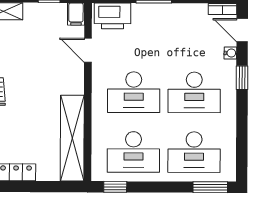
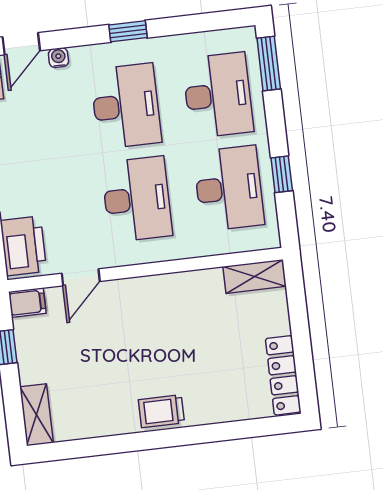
window: (242, 78) -> (128, 31), moved
shelving: (72, 138) -> (255, 276), width x0.45, depth x0.75
window: (115, 187) -> (282, 174), moved

